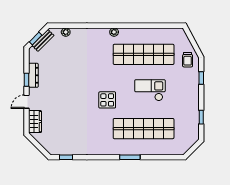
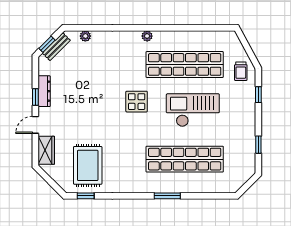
checkout: (150, 90) -> (193, 110), width x1.36, depth x1.21
display table: (107, 100) -> (137, 102), moved
rug: (68, 133) -> (88, 165), added

